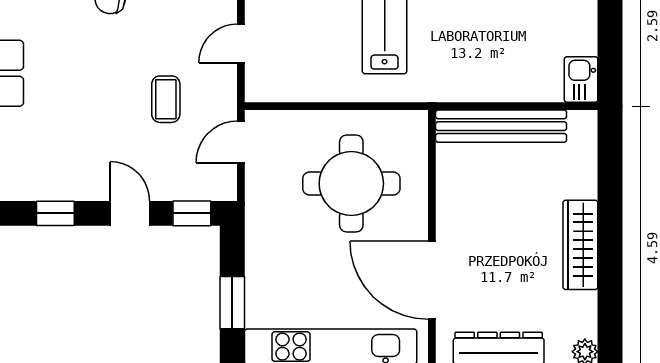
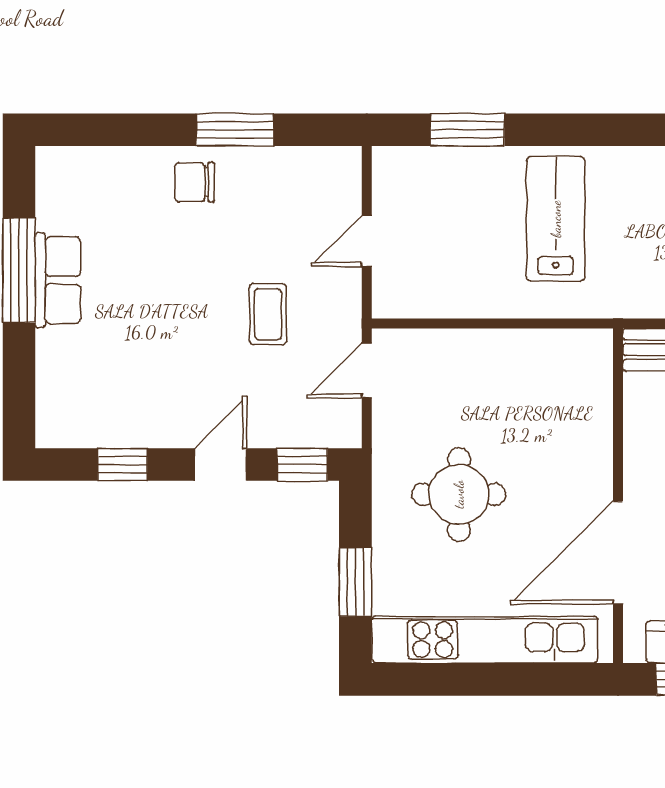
round table: (351, 184) -> (459, 494), moved, width x0.73, depth x0.73
door: (130, 213) -> (221, 465), hinge flipped
door: (432, 280) -> (618, 553), hinge flipped

